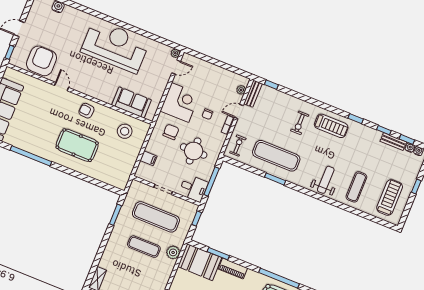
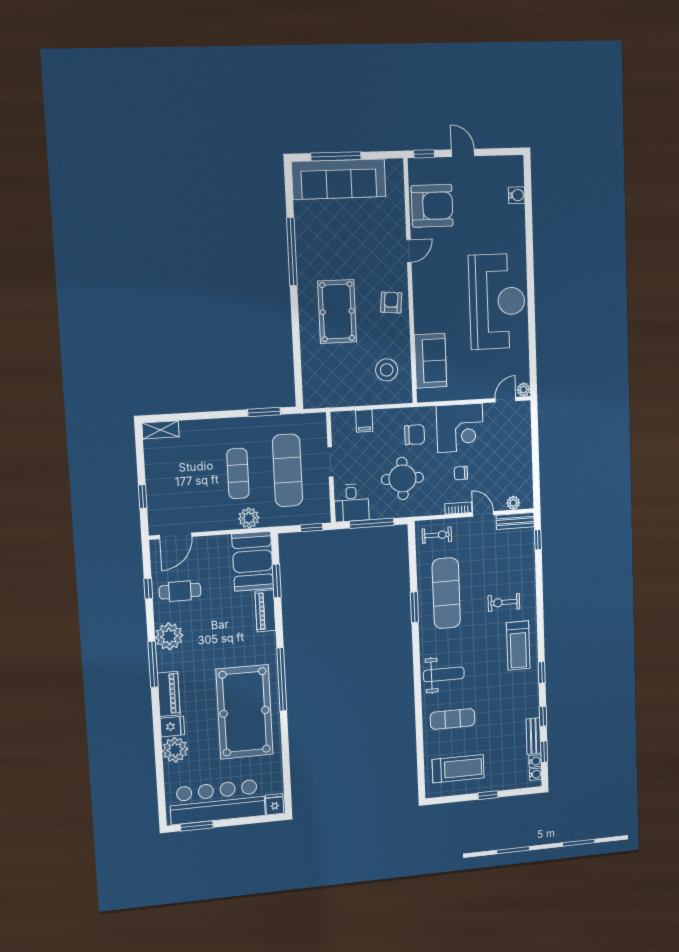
door: (176, 67) -> (505, 400), swing flipped

